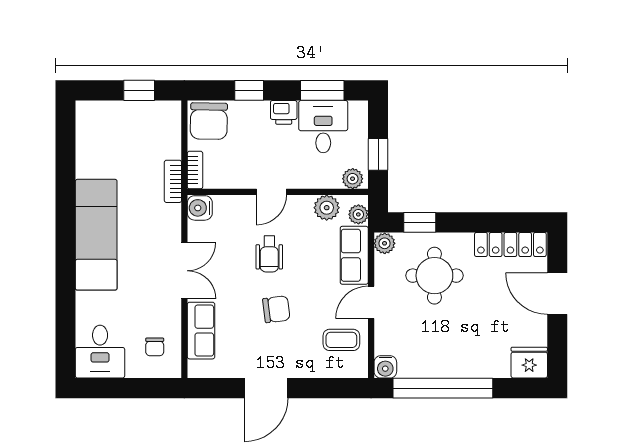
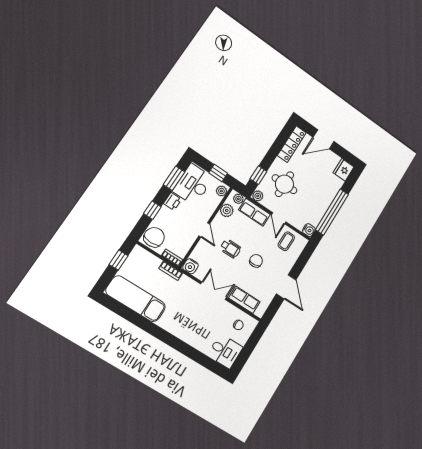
chair: (209, 121) -> (154, 237), turned -91
desk: (323, 127) -> (193, 184), width x1.37
exam couch: (96, 235) -> (136, 299), moved

